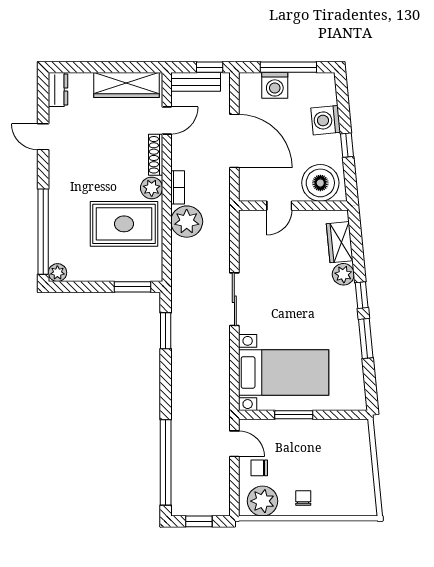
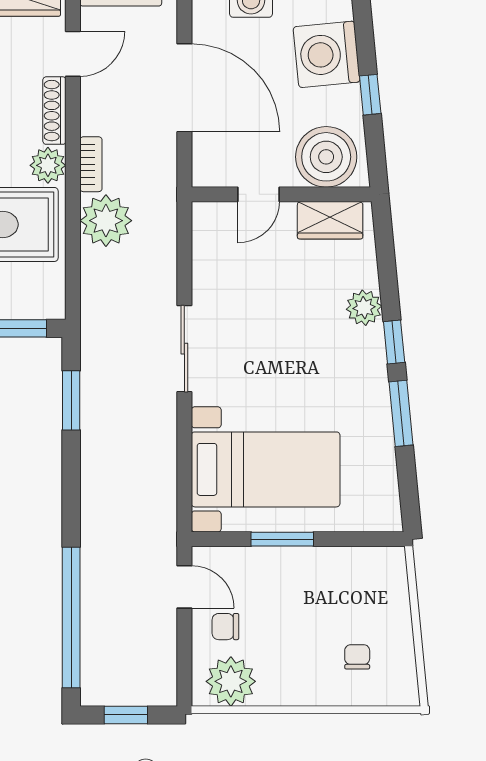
washing machine: (326, 120) -> (327, 54), width x1.37, depth x1.37
wardrobe: (340, 242) -> (330, 220), moved, turned -84
chair: (303, 498) -> (357, 657), moved

